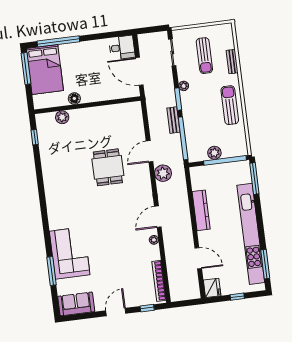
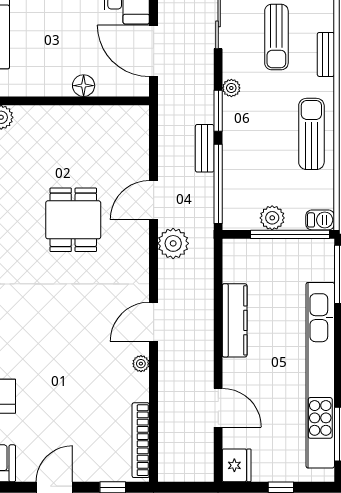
floor lamp: (74, 98) -> (84, 86), moved
barbecue: (240, 151) -> (320, 220), added

